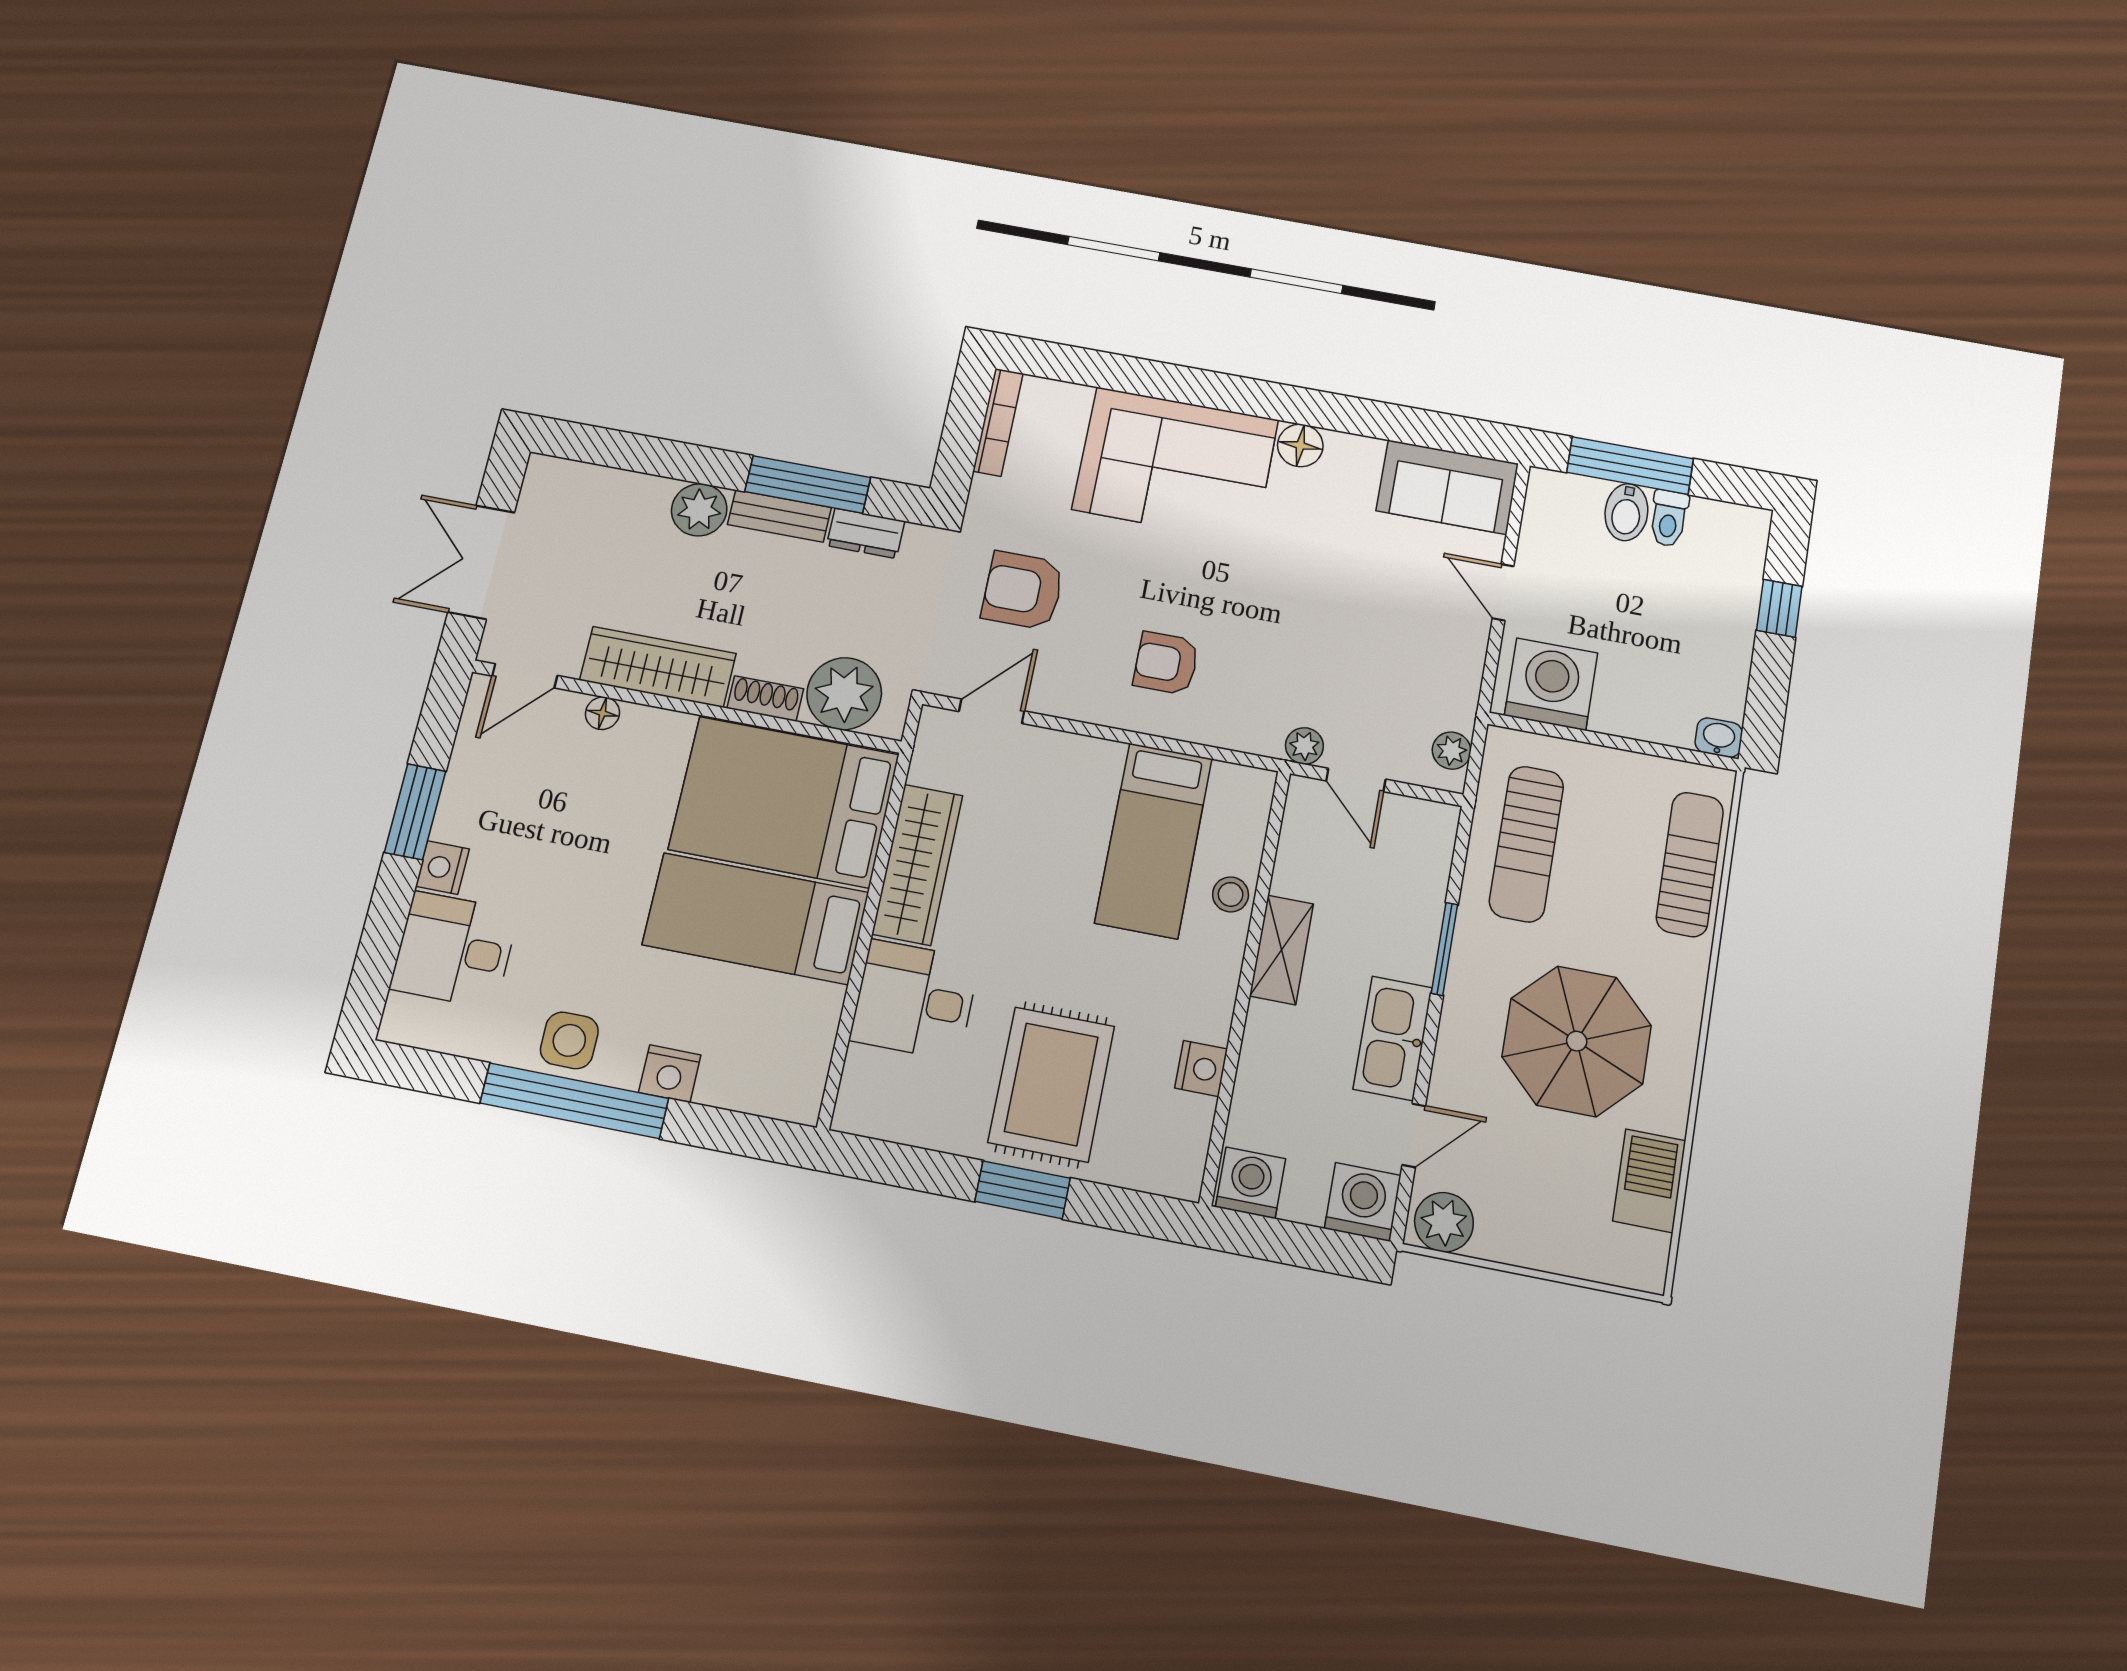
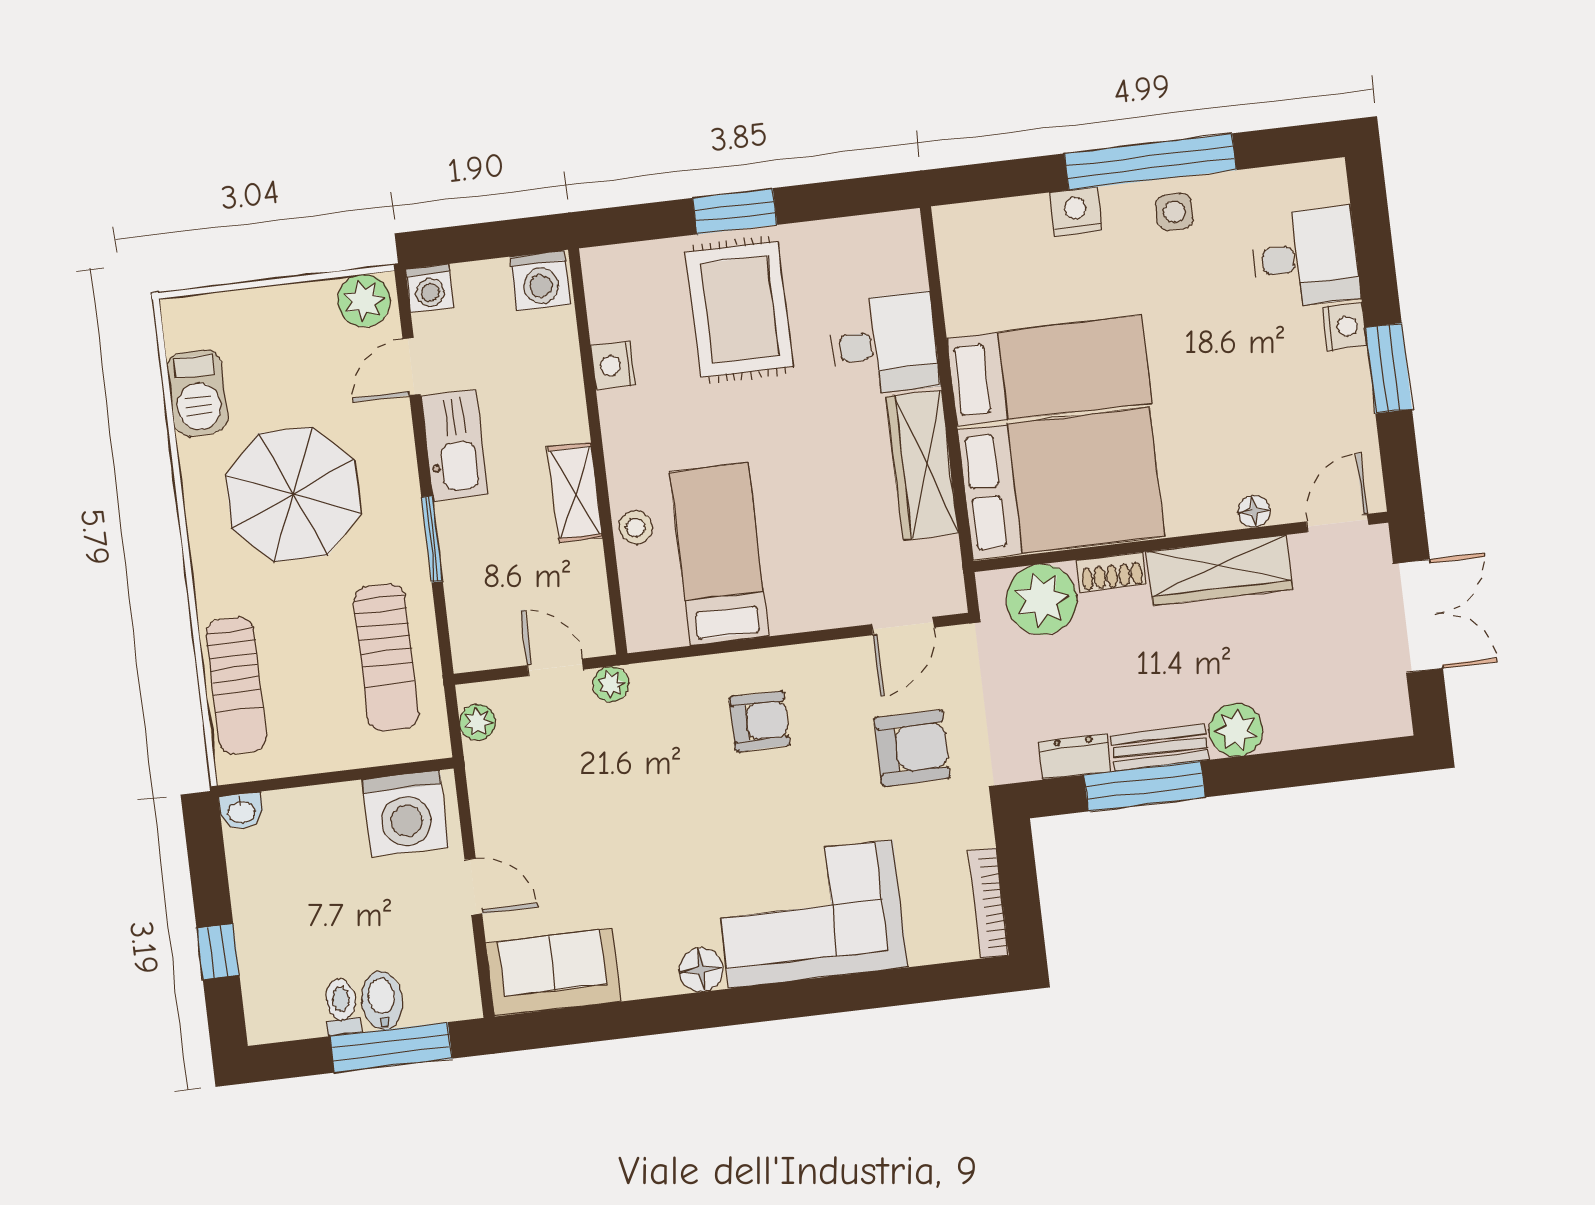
sun lounger: (1527, 844) -> (386, 658), turned 180
side table: (569, 1040) -> (1174, 212), width x0.73, depth x0.73
washing machine: (1363, 1202) -> (430, 288), width x0.73, depth x0.73

